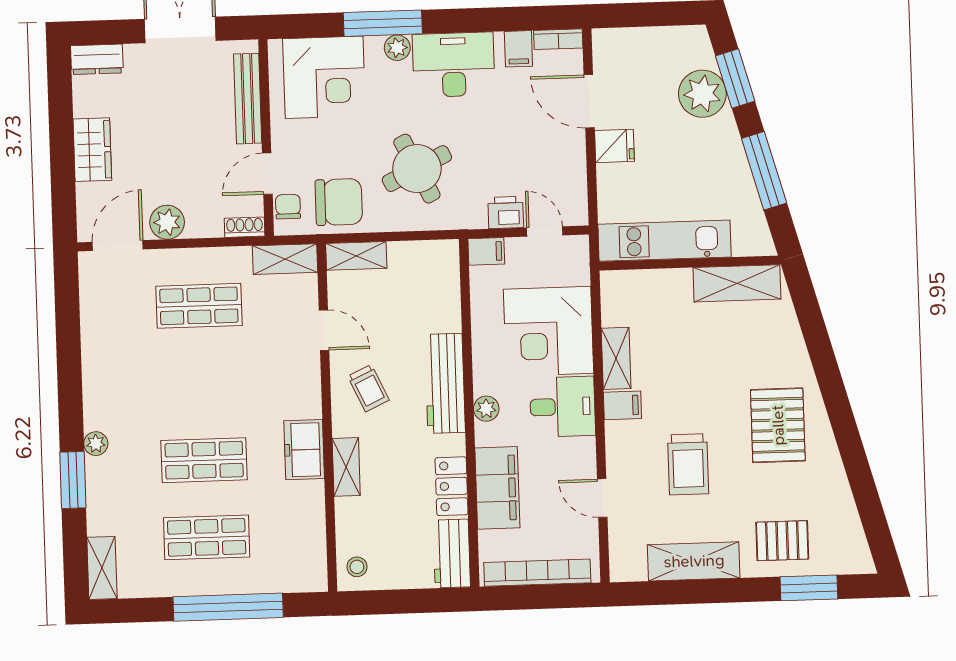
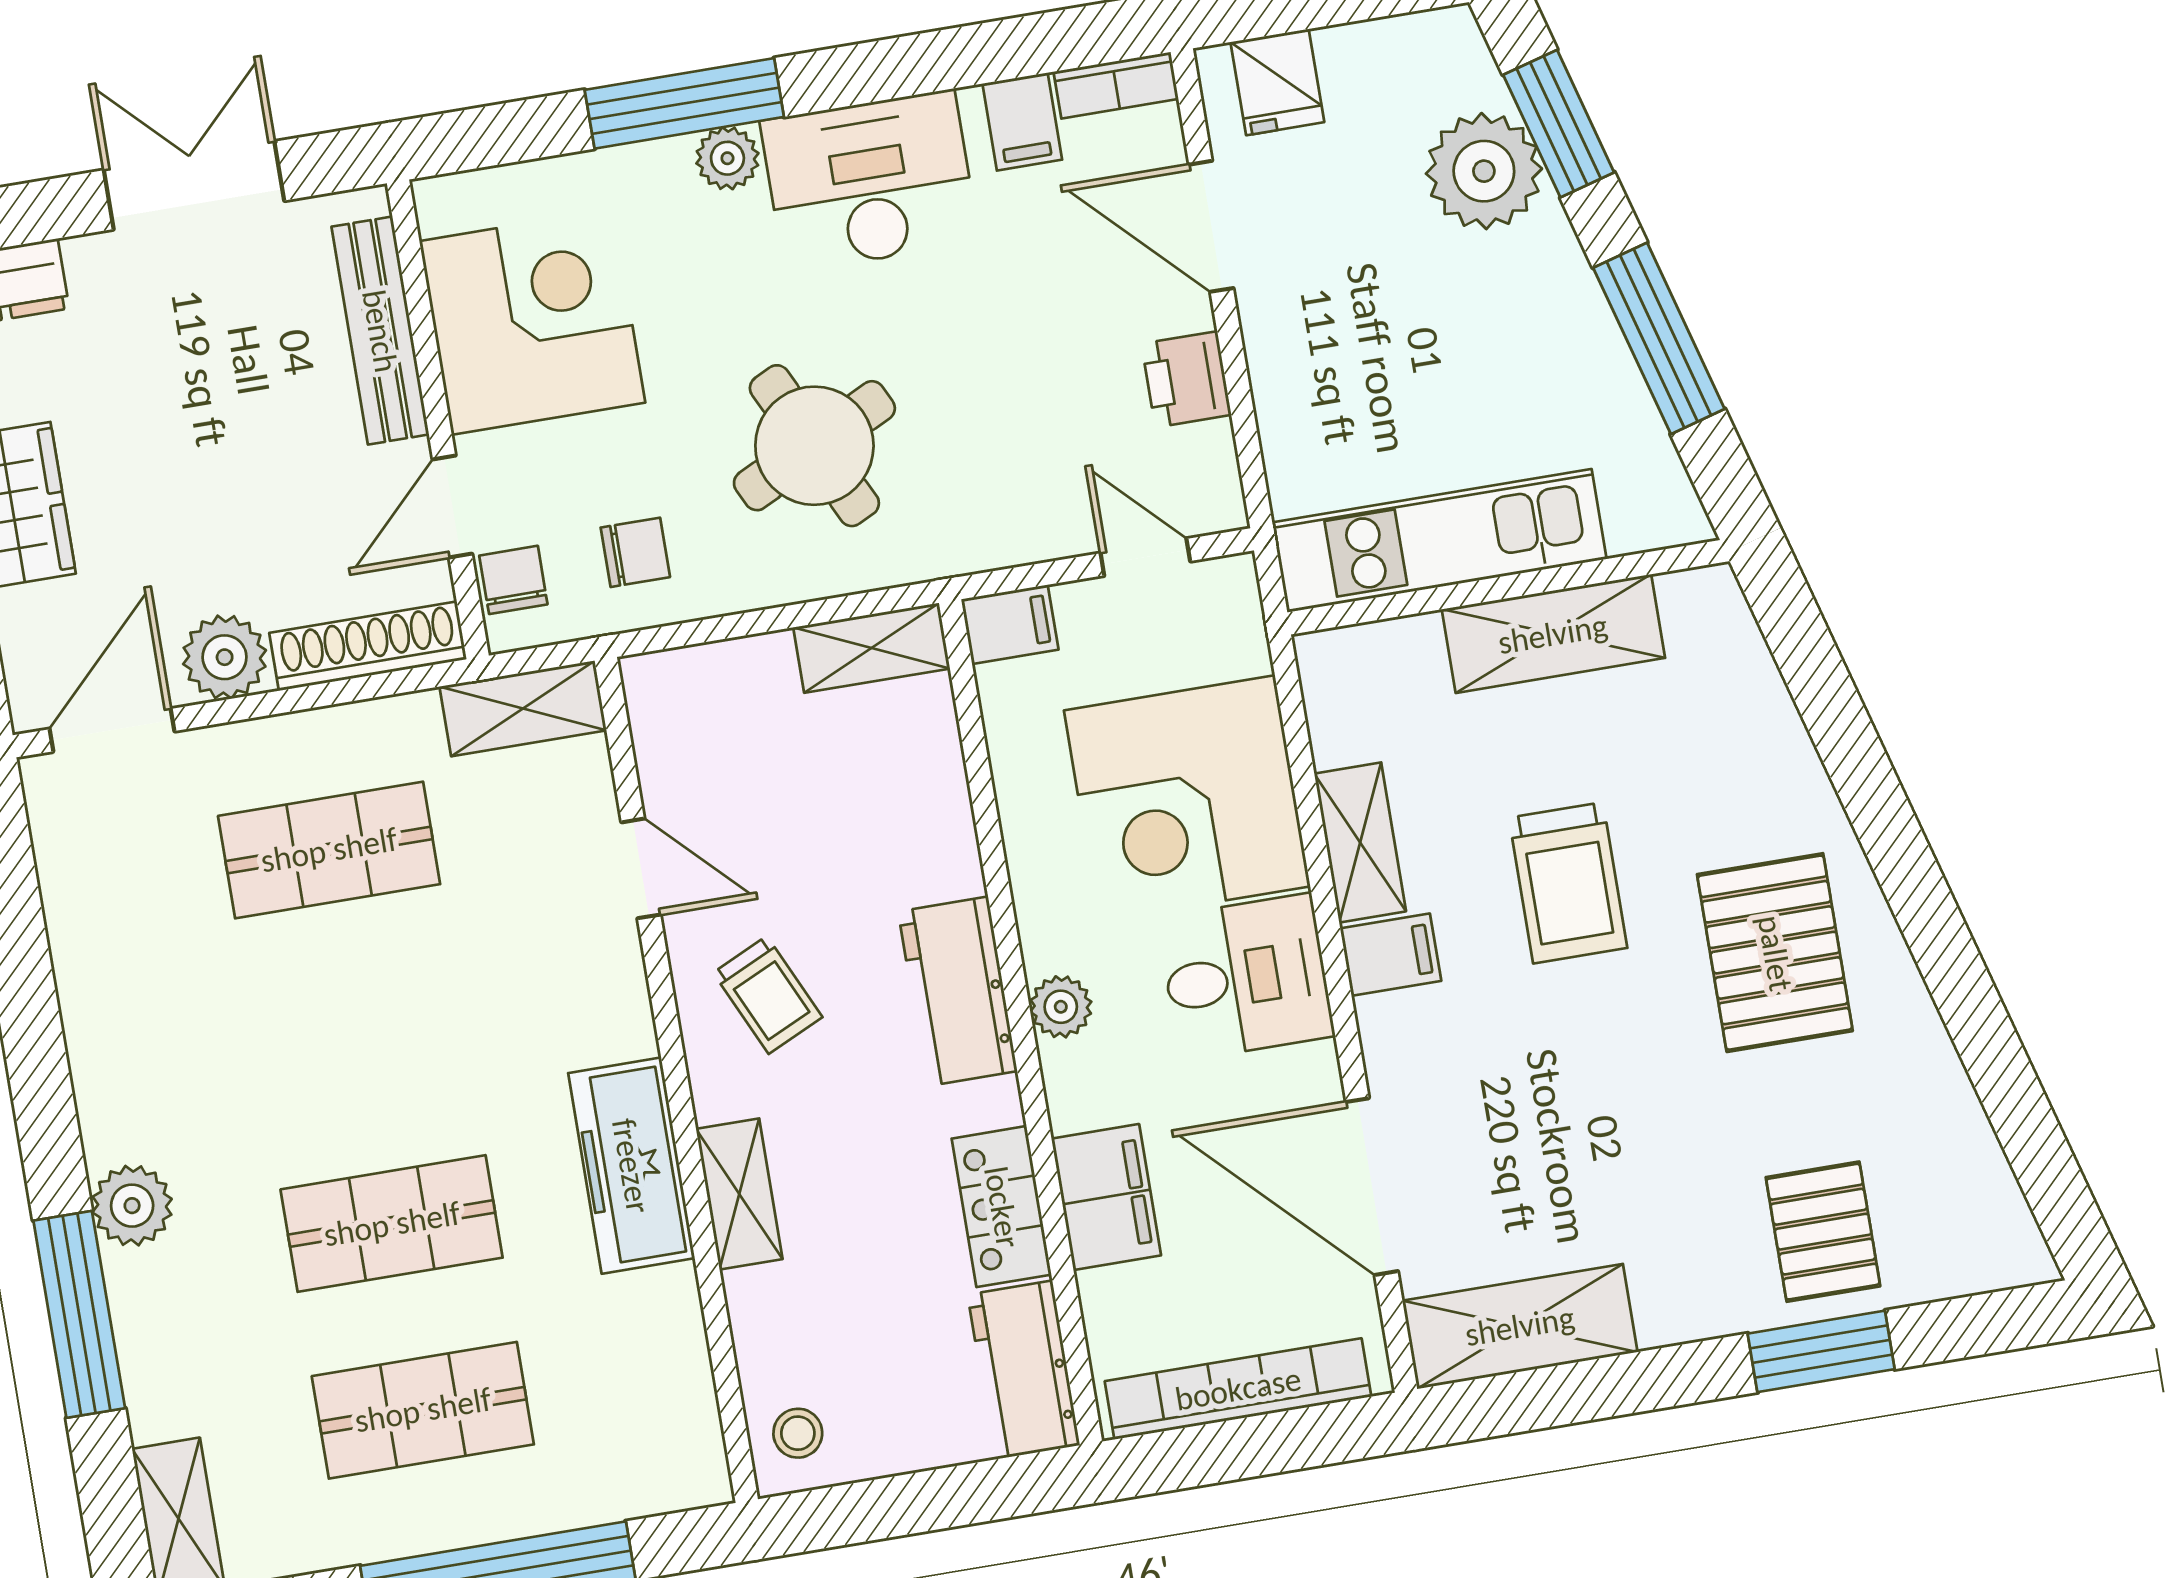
corner desk: (324, 77) -> (532, 322), moved, turned -90
fridge: (614, 146) -> (1277, 82), moved, turned 90
chair: (339, 202) -> (635, 552), width x0.54, depth x0.54
printer: (506, 212) -> (1186, 379), moved, turned -90
shoe rack: (245, 227) -> (368, 646), width x1.94, depth x1.24
shelving: (356, 256) -> (872, 648), moved
shelving: (737, 283) -> (1553, 634), moved
workbench: (445, 383) -> (958, 991), width x0.73
plant: (96, 444) -> (132, 1206), width x1.38, depth x1.38
freezer: (304, 450) -> (631, 1166), width x1.40
trolley: (688, 464) -> (1568, 883), moved
window: (73, 480) -> (79, 1314), width x1.44
filing cabinet: (497, 488) -> (1106, 1197), width x0.67, depth x0.86
door: (602, 498) -> (1372, 1187), width x1.88
pallet: (782, 541) -> (1823, 1232), turned 90
shelving: (694, 561) -> (1520, 1326), moved
window: (809, 588) -> (1821, 1351), moved

